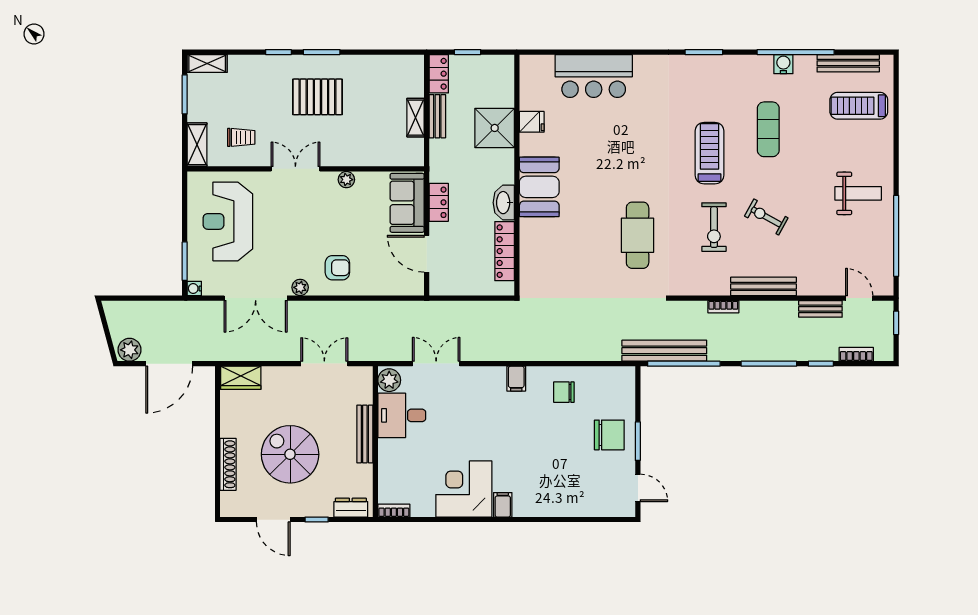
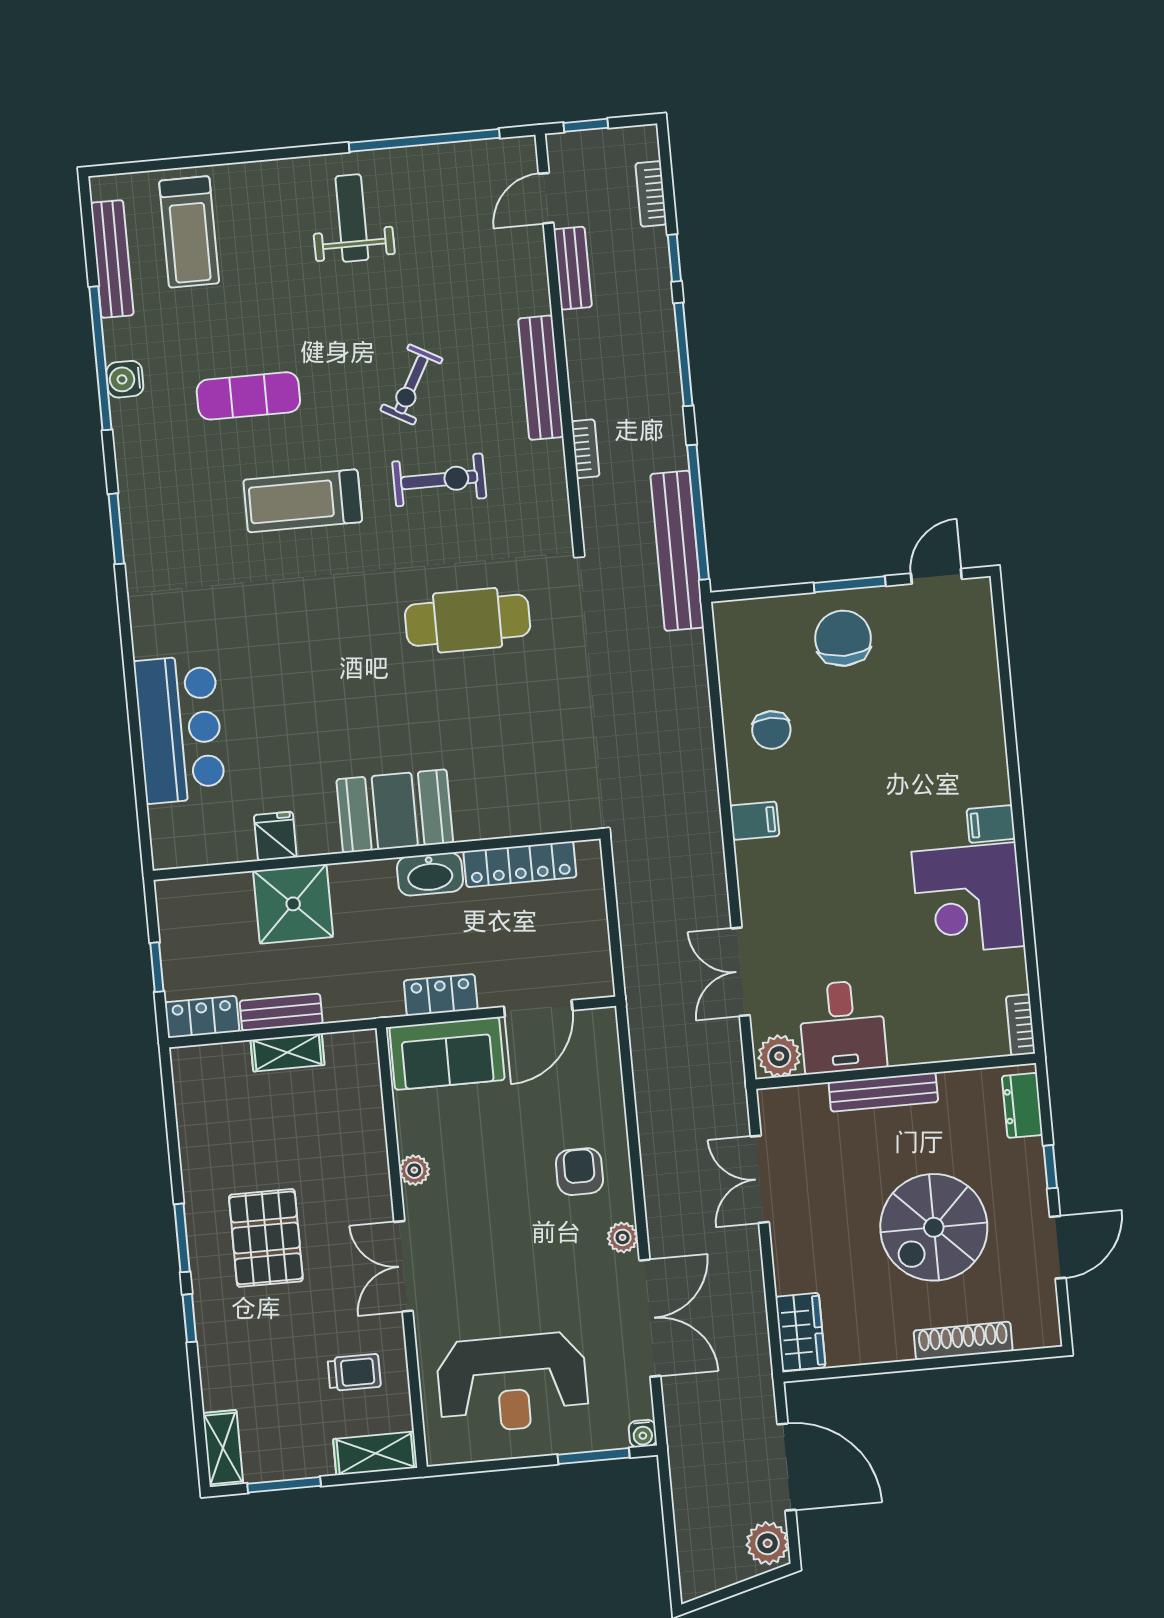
trolley: (241, 137) -> (354, 1372), turned 90

